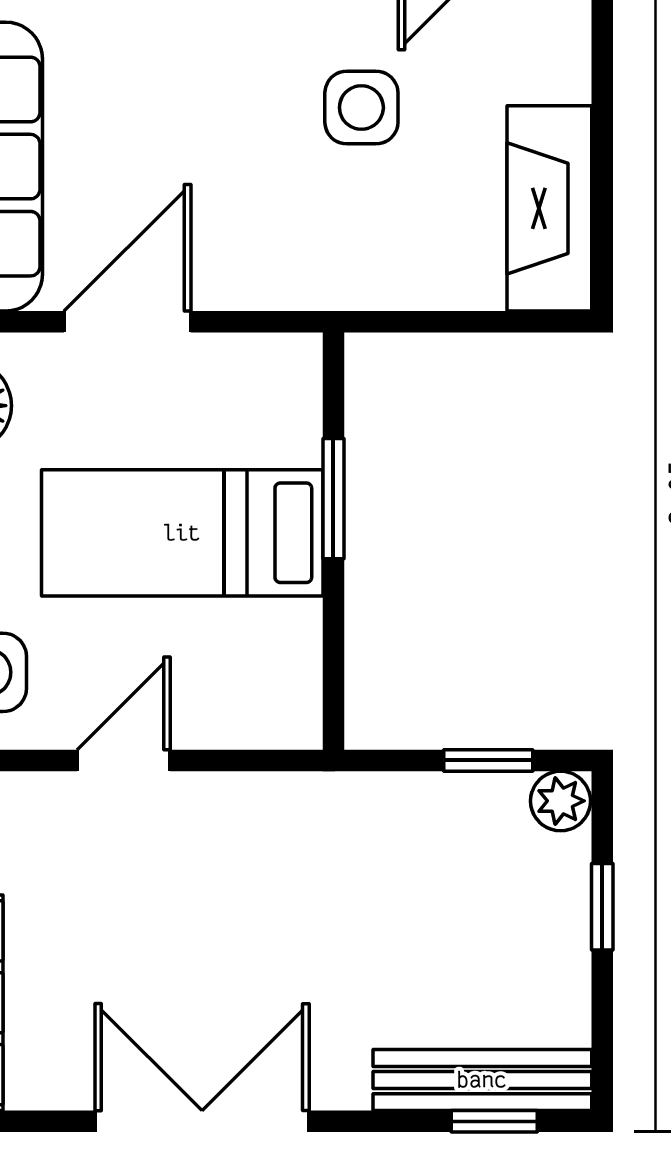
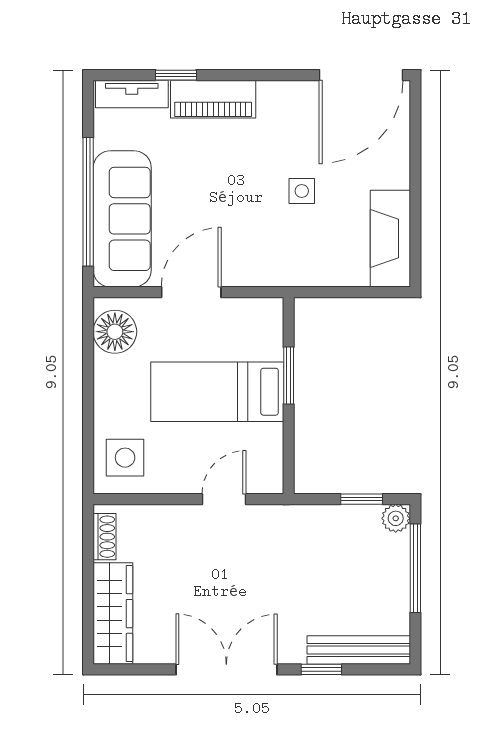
side table: (361, 108) -> (302, 191), width x0.73, depth x0.73
door: (124, 760) -> (224, 499), moved
window: (602, 907) -> (415, 568), width x2.17
window: (494, 1121) -> (321, 669), moved

